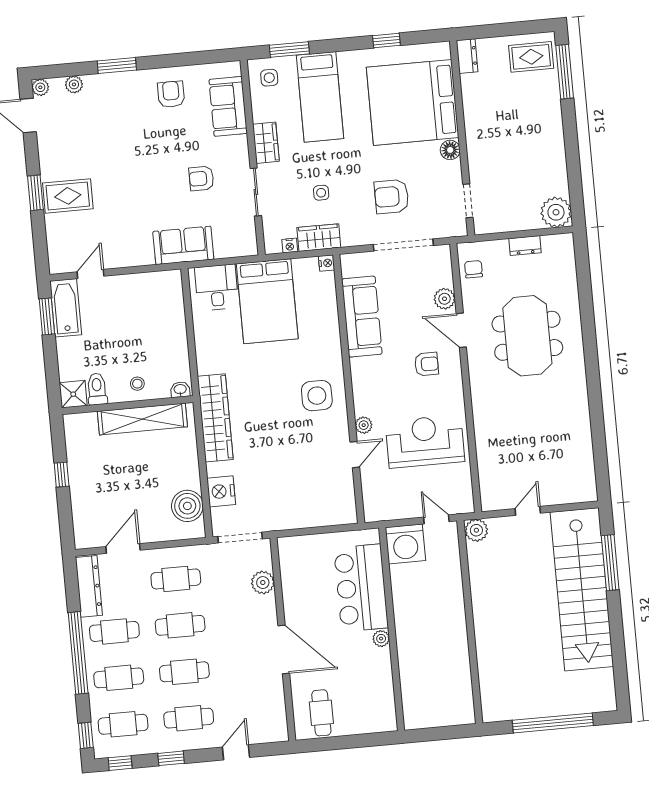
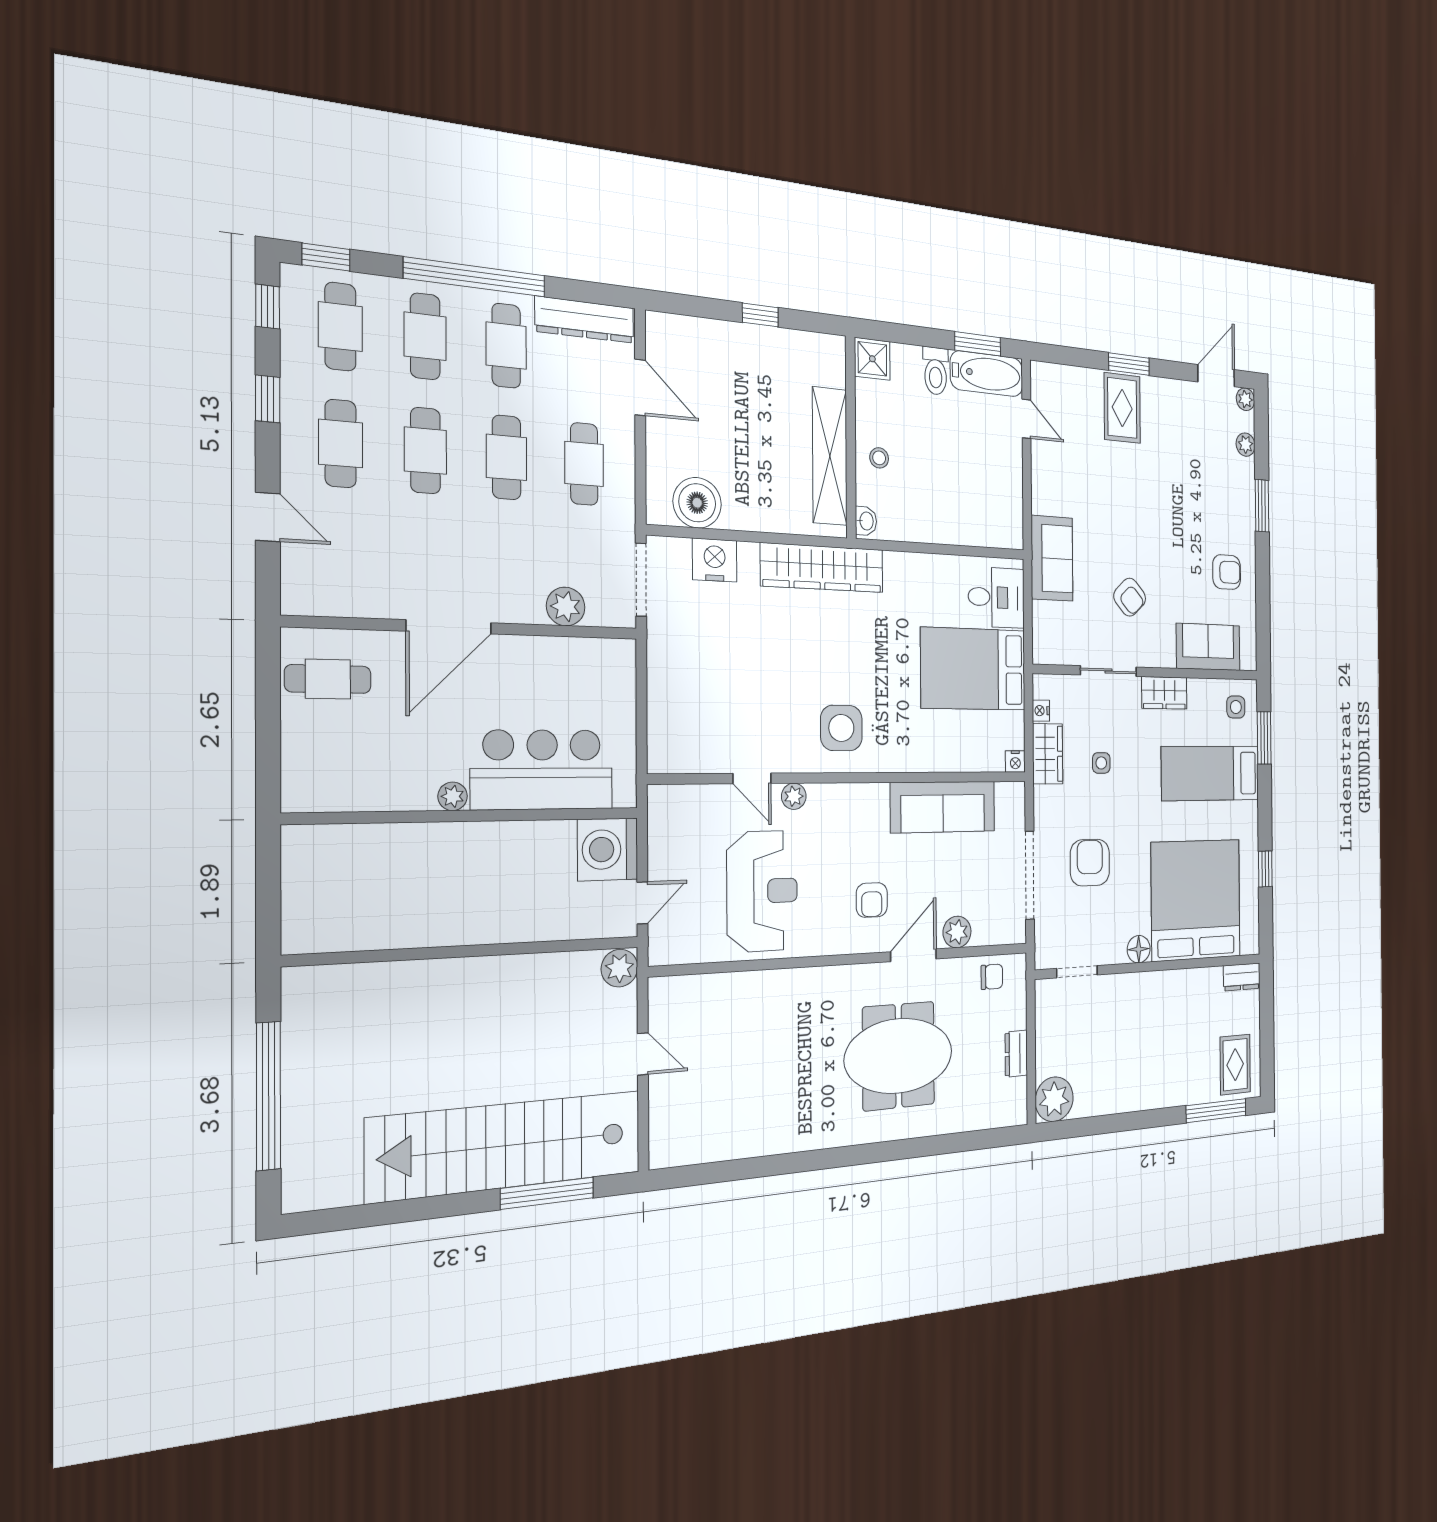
armchair: (201, 178) -> (1130, 597), turned 137
toilet: (97, 389) -> (936, 371), moved, turned 90

